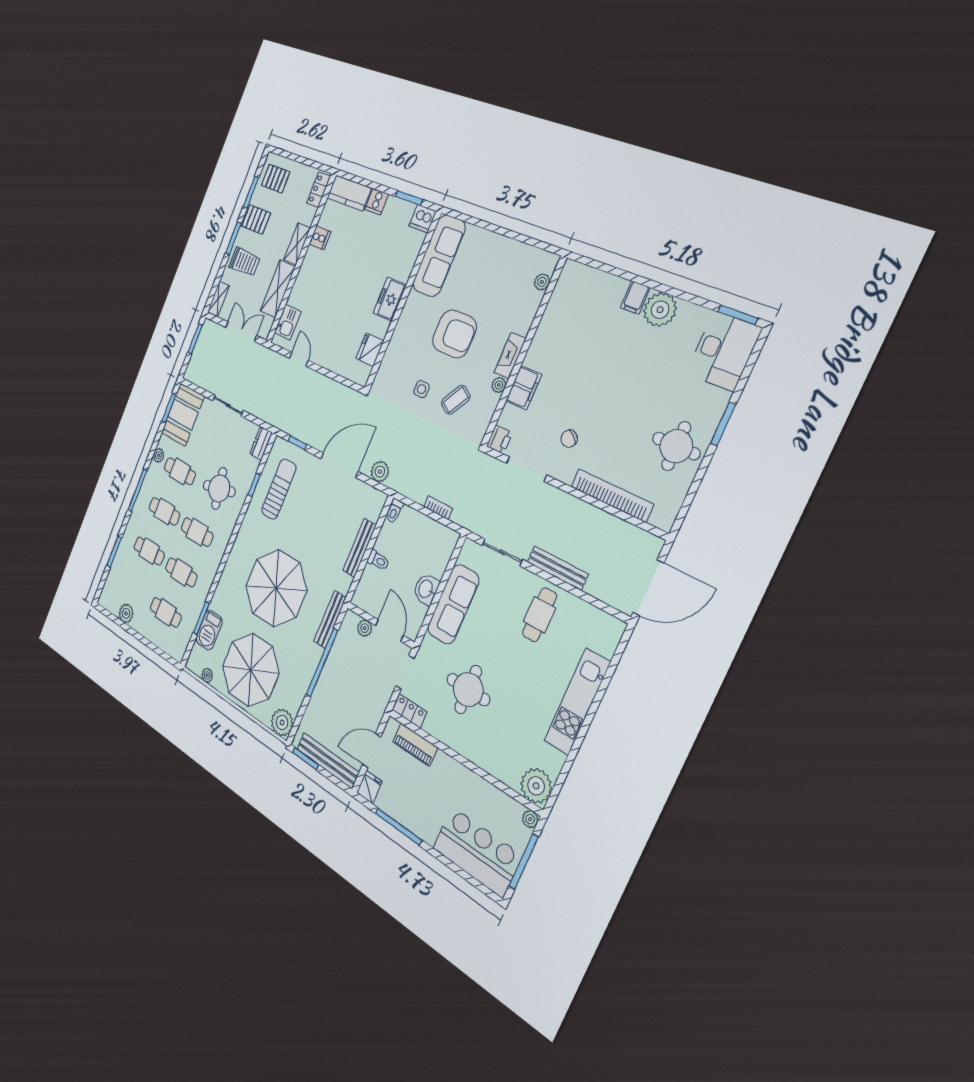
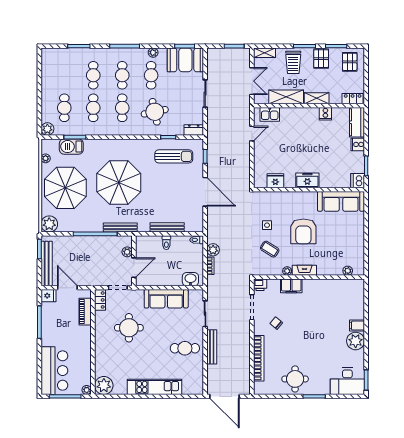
plant: (380, 472) -> (213, 250), moved
washbasin: (426, 589) -> (190, 279), moved
plant: (126, 613) -> (47, 129), moved

